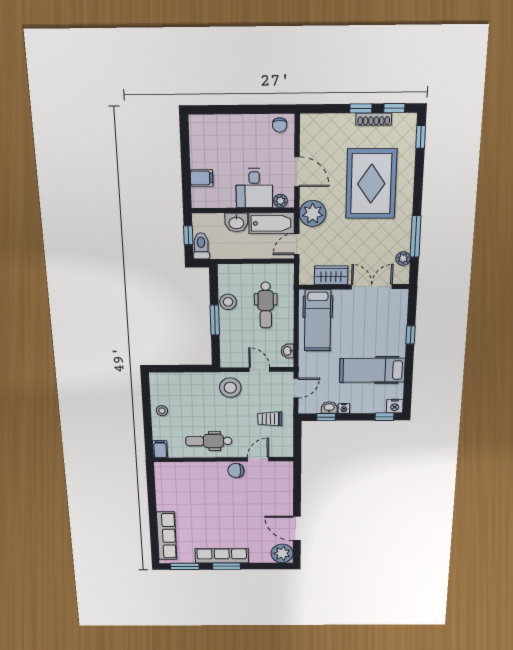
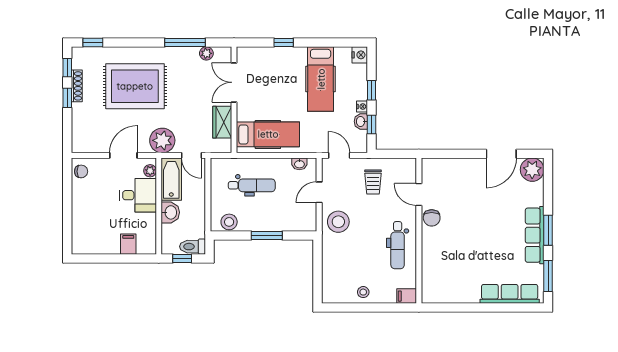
stool: (228, 302) -> (229, 222), moved
window: (384, 417) -> (371, 90), moved

